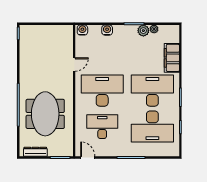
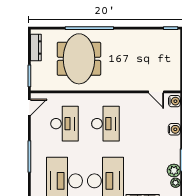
door: (74, 64) -> (156, 92), moved
desk: (102, 91) -> (105, 124), width x0.73, depth x0.77
meeting table: (45, 114) -> (79, 59), turned 90

